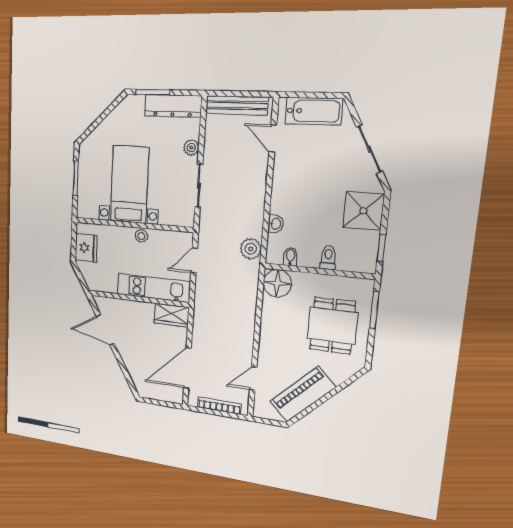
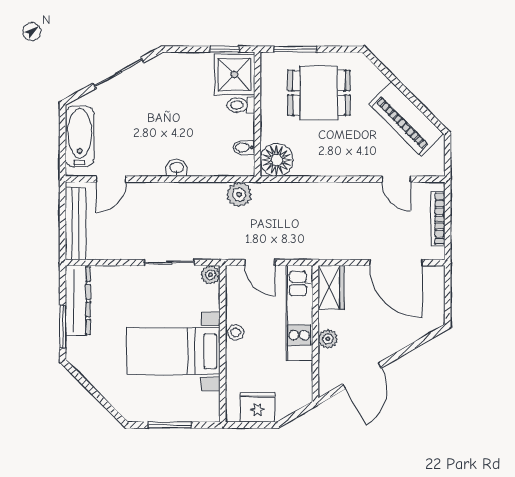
plant: (191, 148) -> (210, 275), moved
shower: (363, 211) -> (234, 74), moved
washbasin: (276, 224) -> (177, 168), moved
plant: (133, 308) -> (328, 339), added

